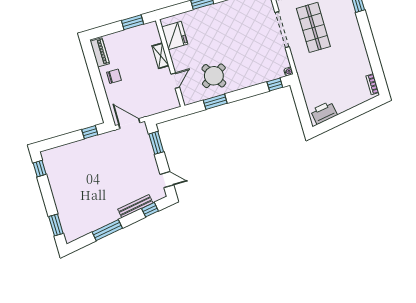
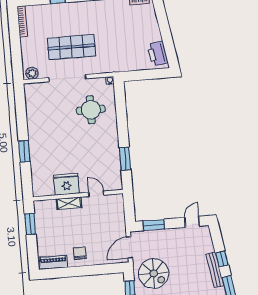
fridge: (175, 36) -> (66, 184), moved
round table: (214, 76) -> (91, 110), moved, turned 31
window: (275, 84) -> (120, 96), removed
spiral stairs: (109, 152) -> (154, 273), added
bench: (135, 206) -> (215, 270), moved
window: (150, 210) -> (222, 259), moved

